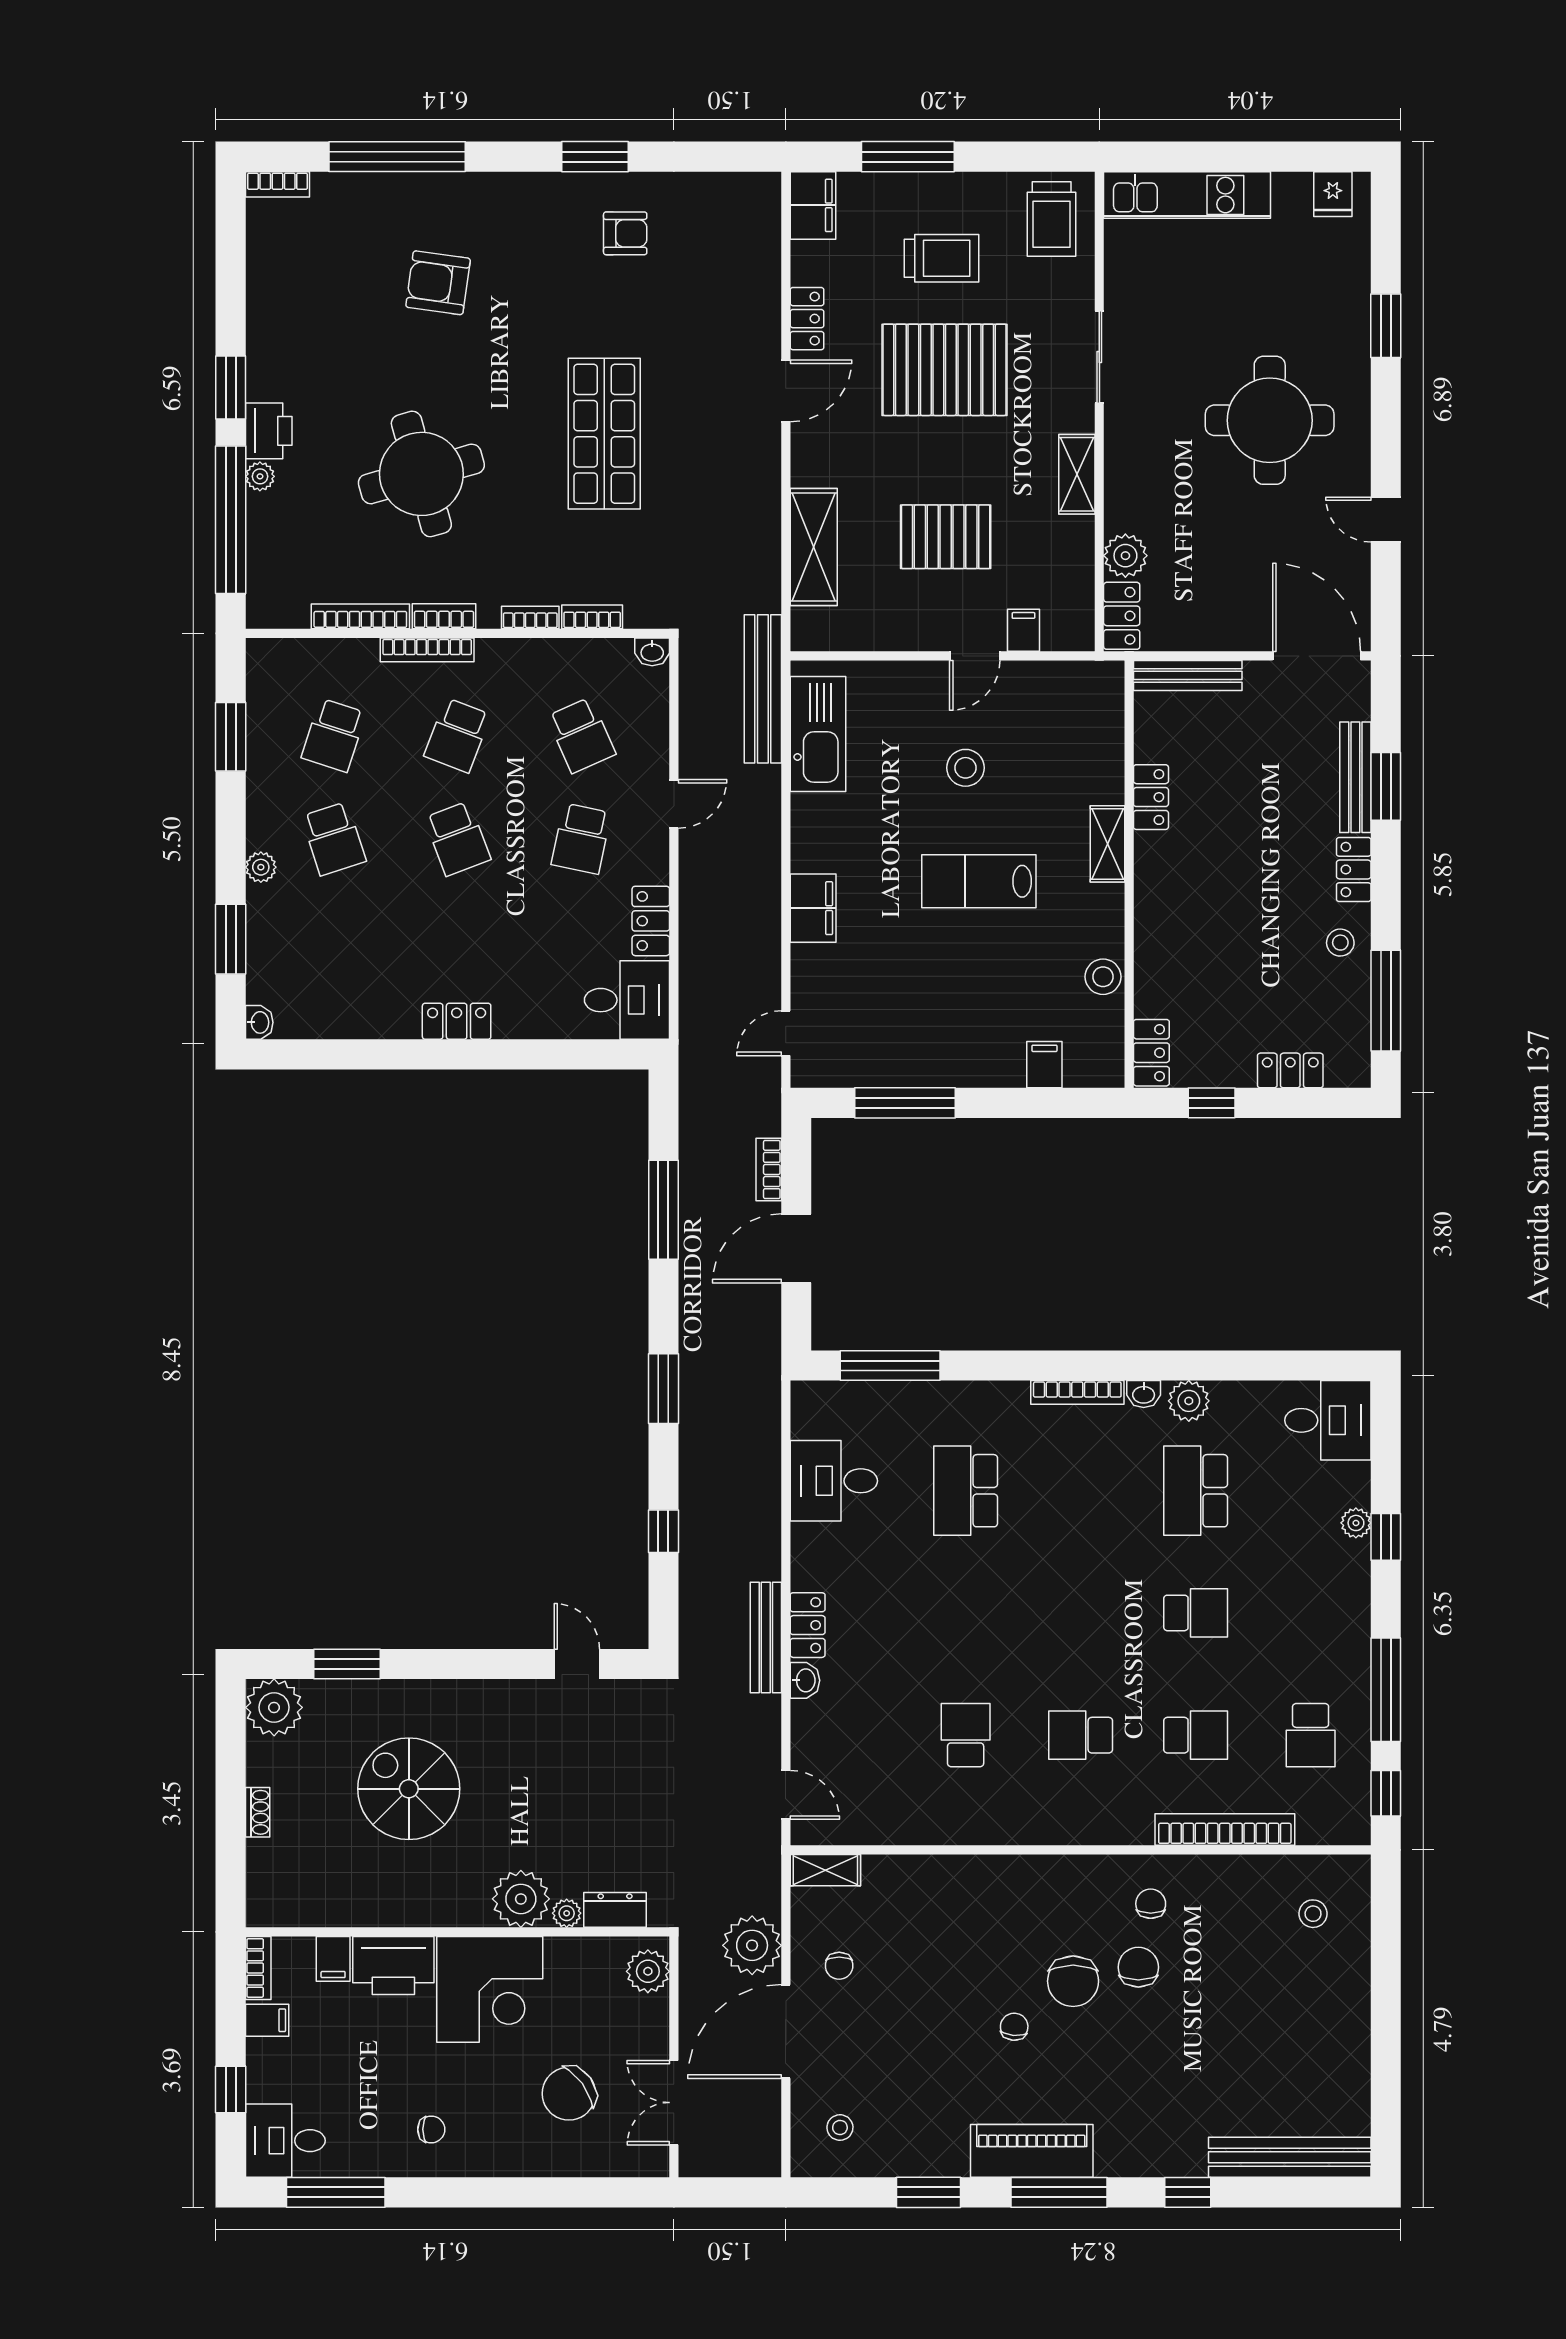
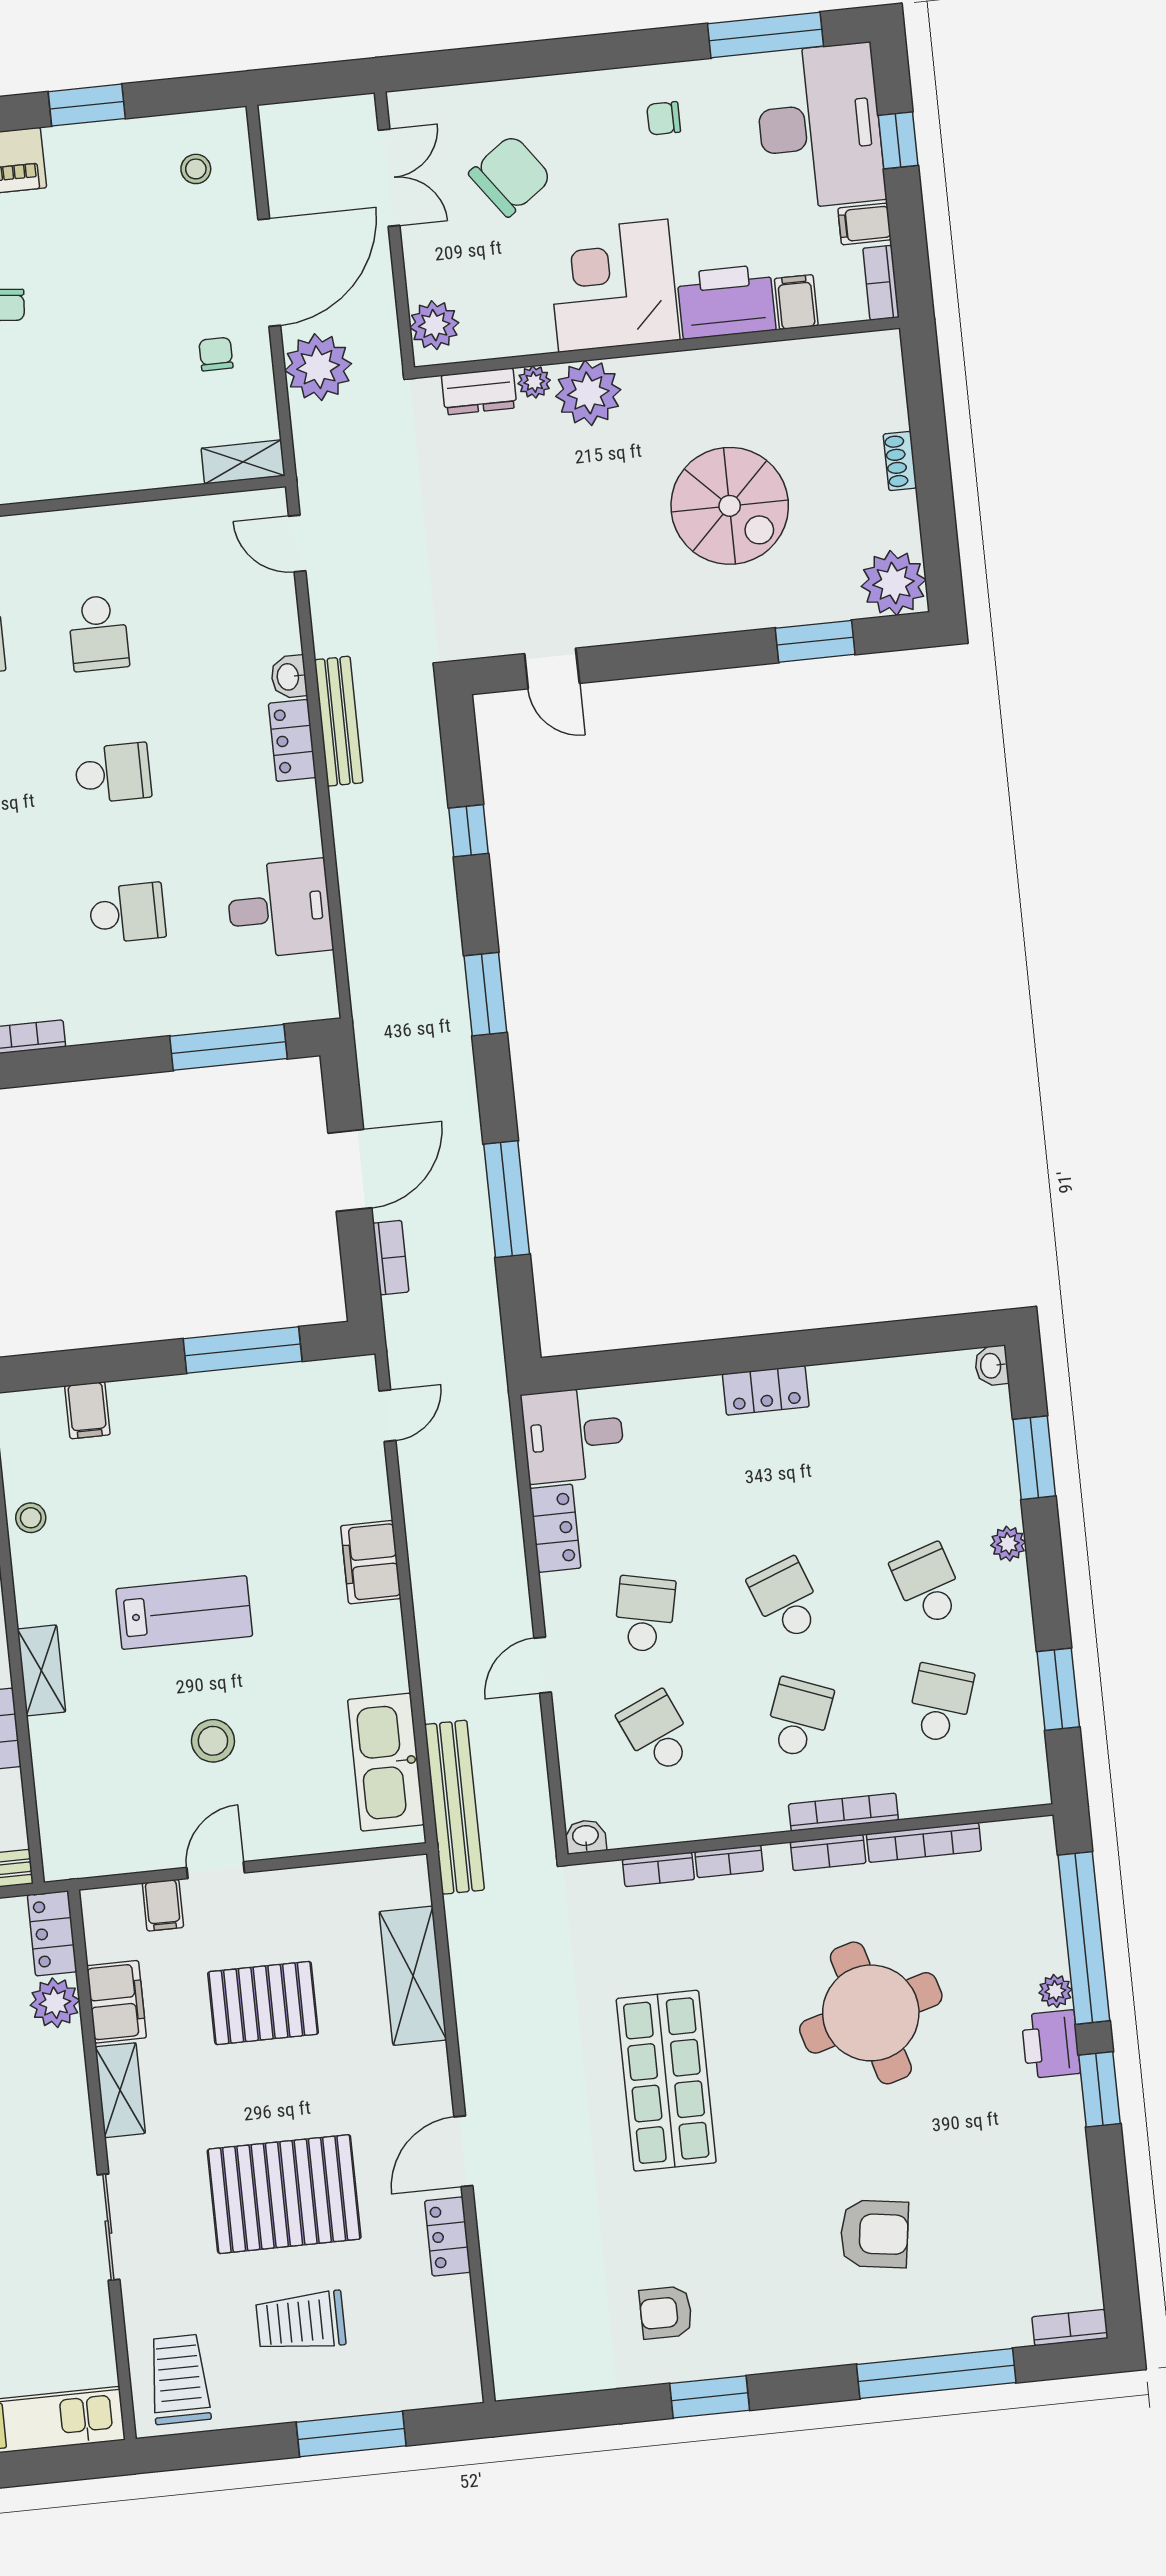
filing cabinet: (813, 205) -> (116, 2002), moved, turned 180
stool: (1103, 977) -> (31, 1518), width x0.73, depth x0.73
school desk: (966, 1491) -> (127, 913), width x0.54
school desk: (966, 1613) -> (113, 773), added
desk: (285, 2141) -> (820, 127), width x1.87, depth x1.30

